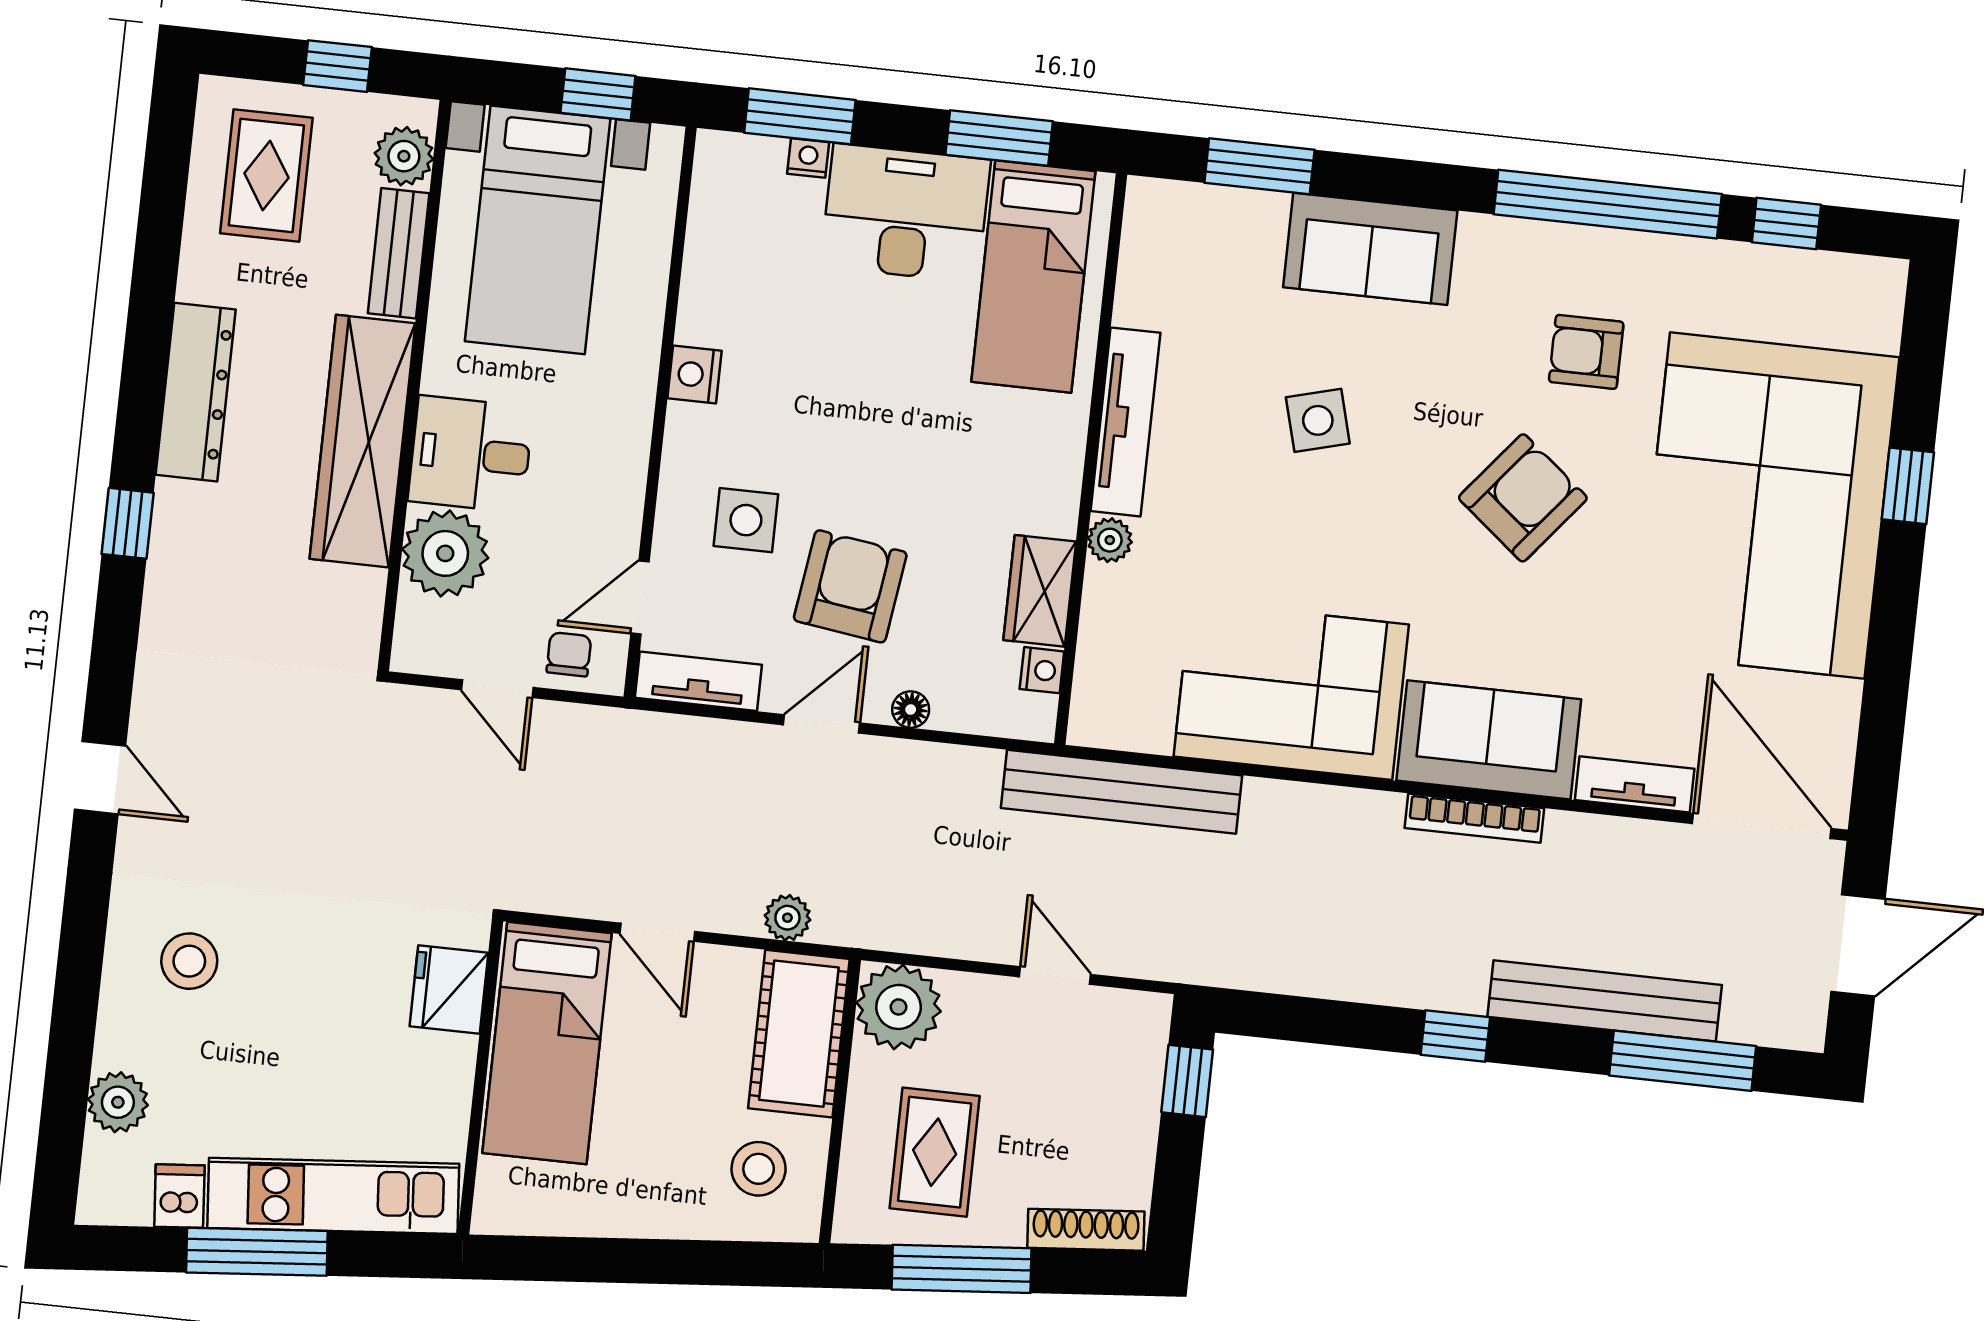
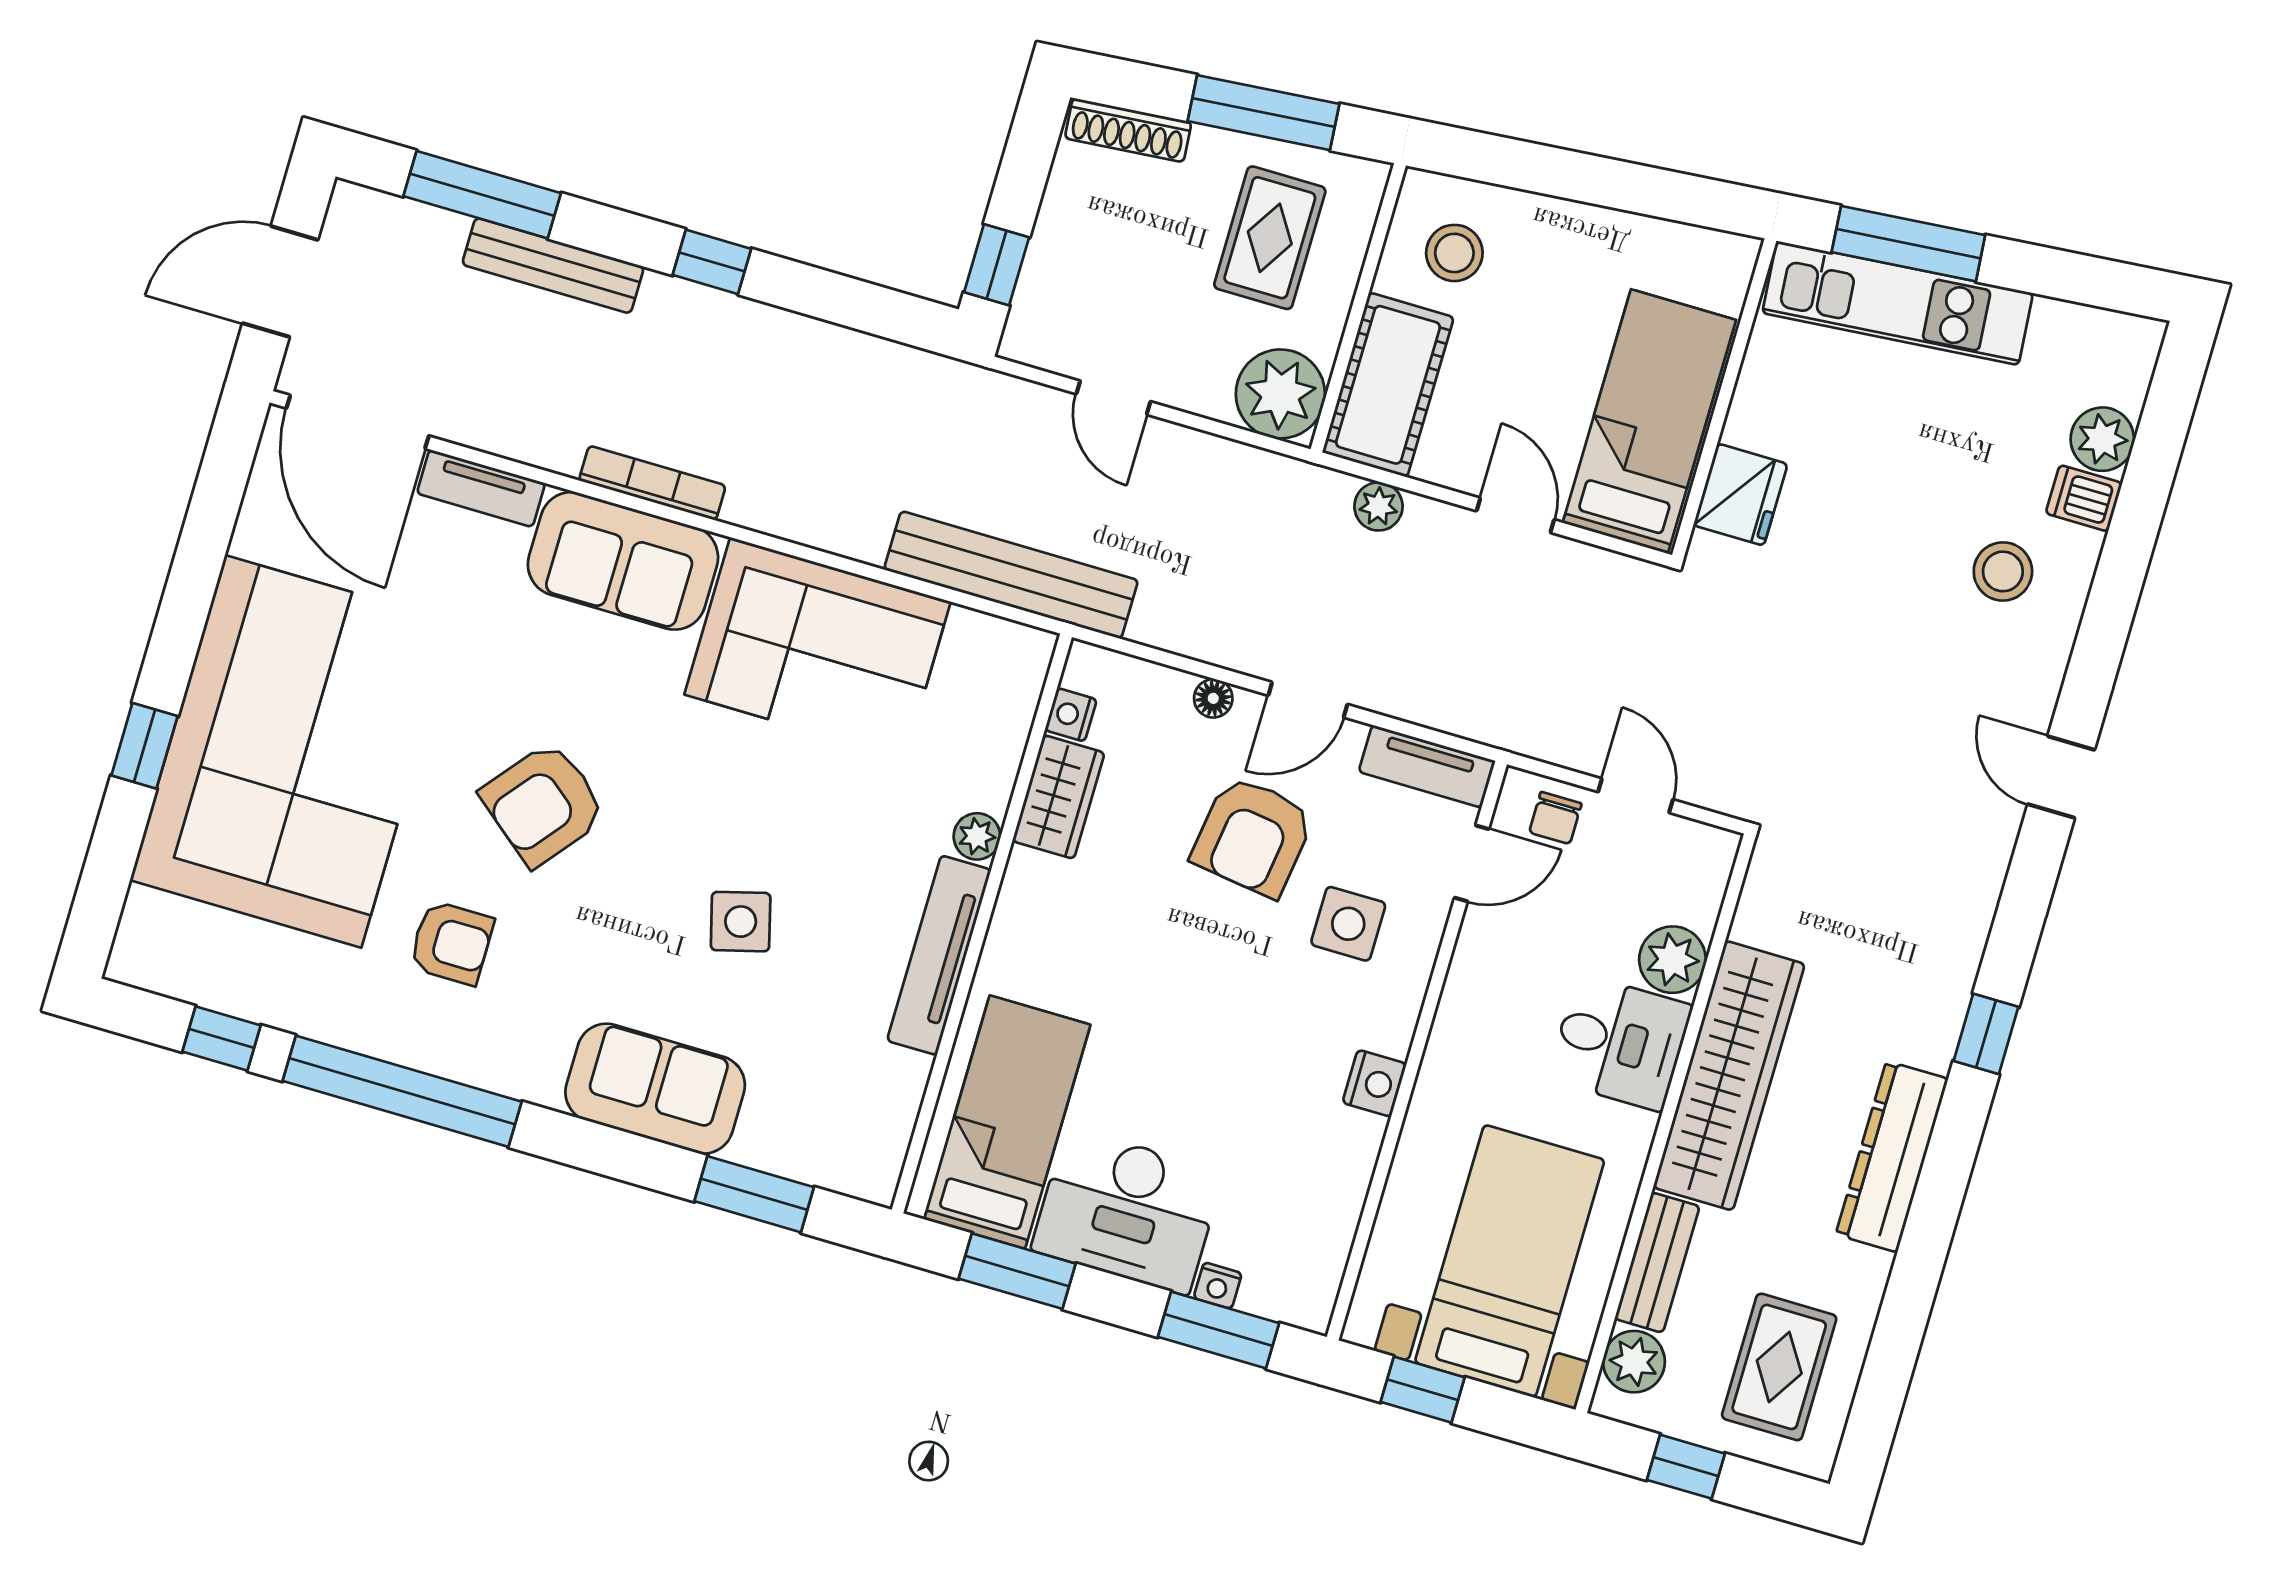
plant: (445, 553) -> (1672, 960), width x0.73, depth x0.73
bench: (1605, 1001) -> (553, 266), width x0.73, depth x0.82
dishwasher: (179, 1196) -> (2084, 498), moved, turned 95
window: (257, 1252) -> (1908, 244), moved

